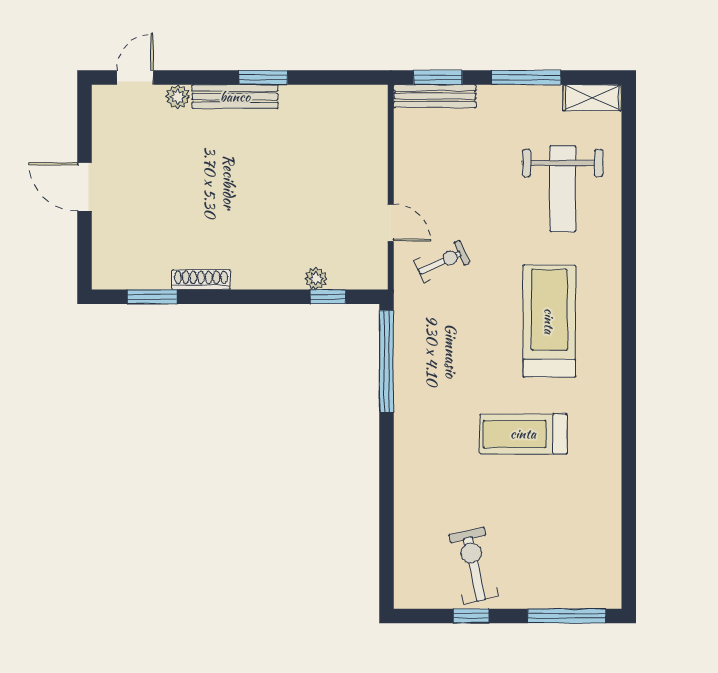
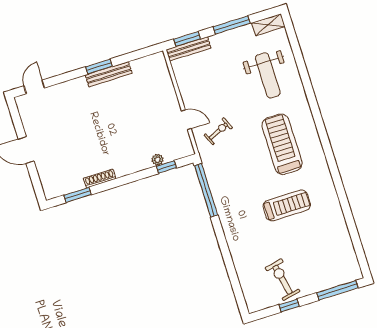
plant: (178, 97) -> (59, 90), removed
bench: (235, 97) -> (109, 74), moved
treadmill: (523, 434) -> (287, 205), turned 180

